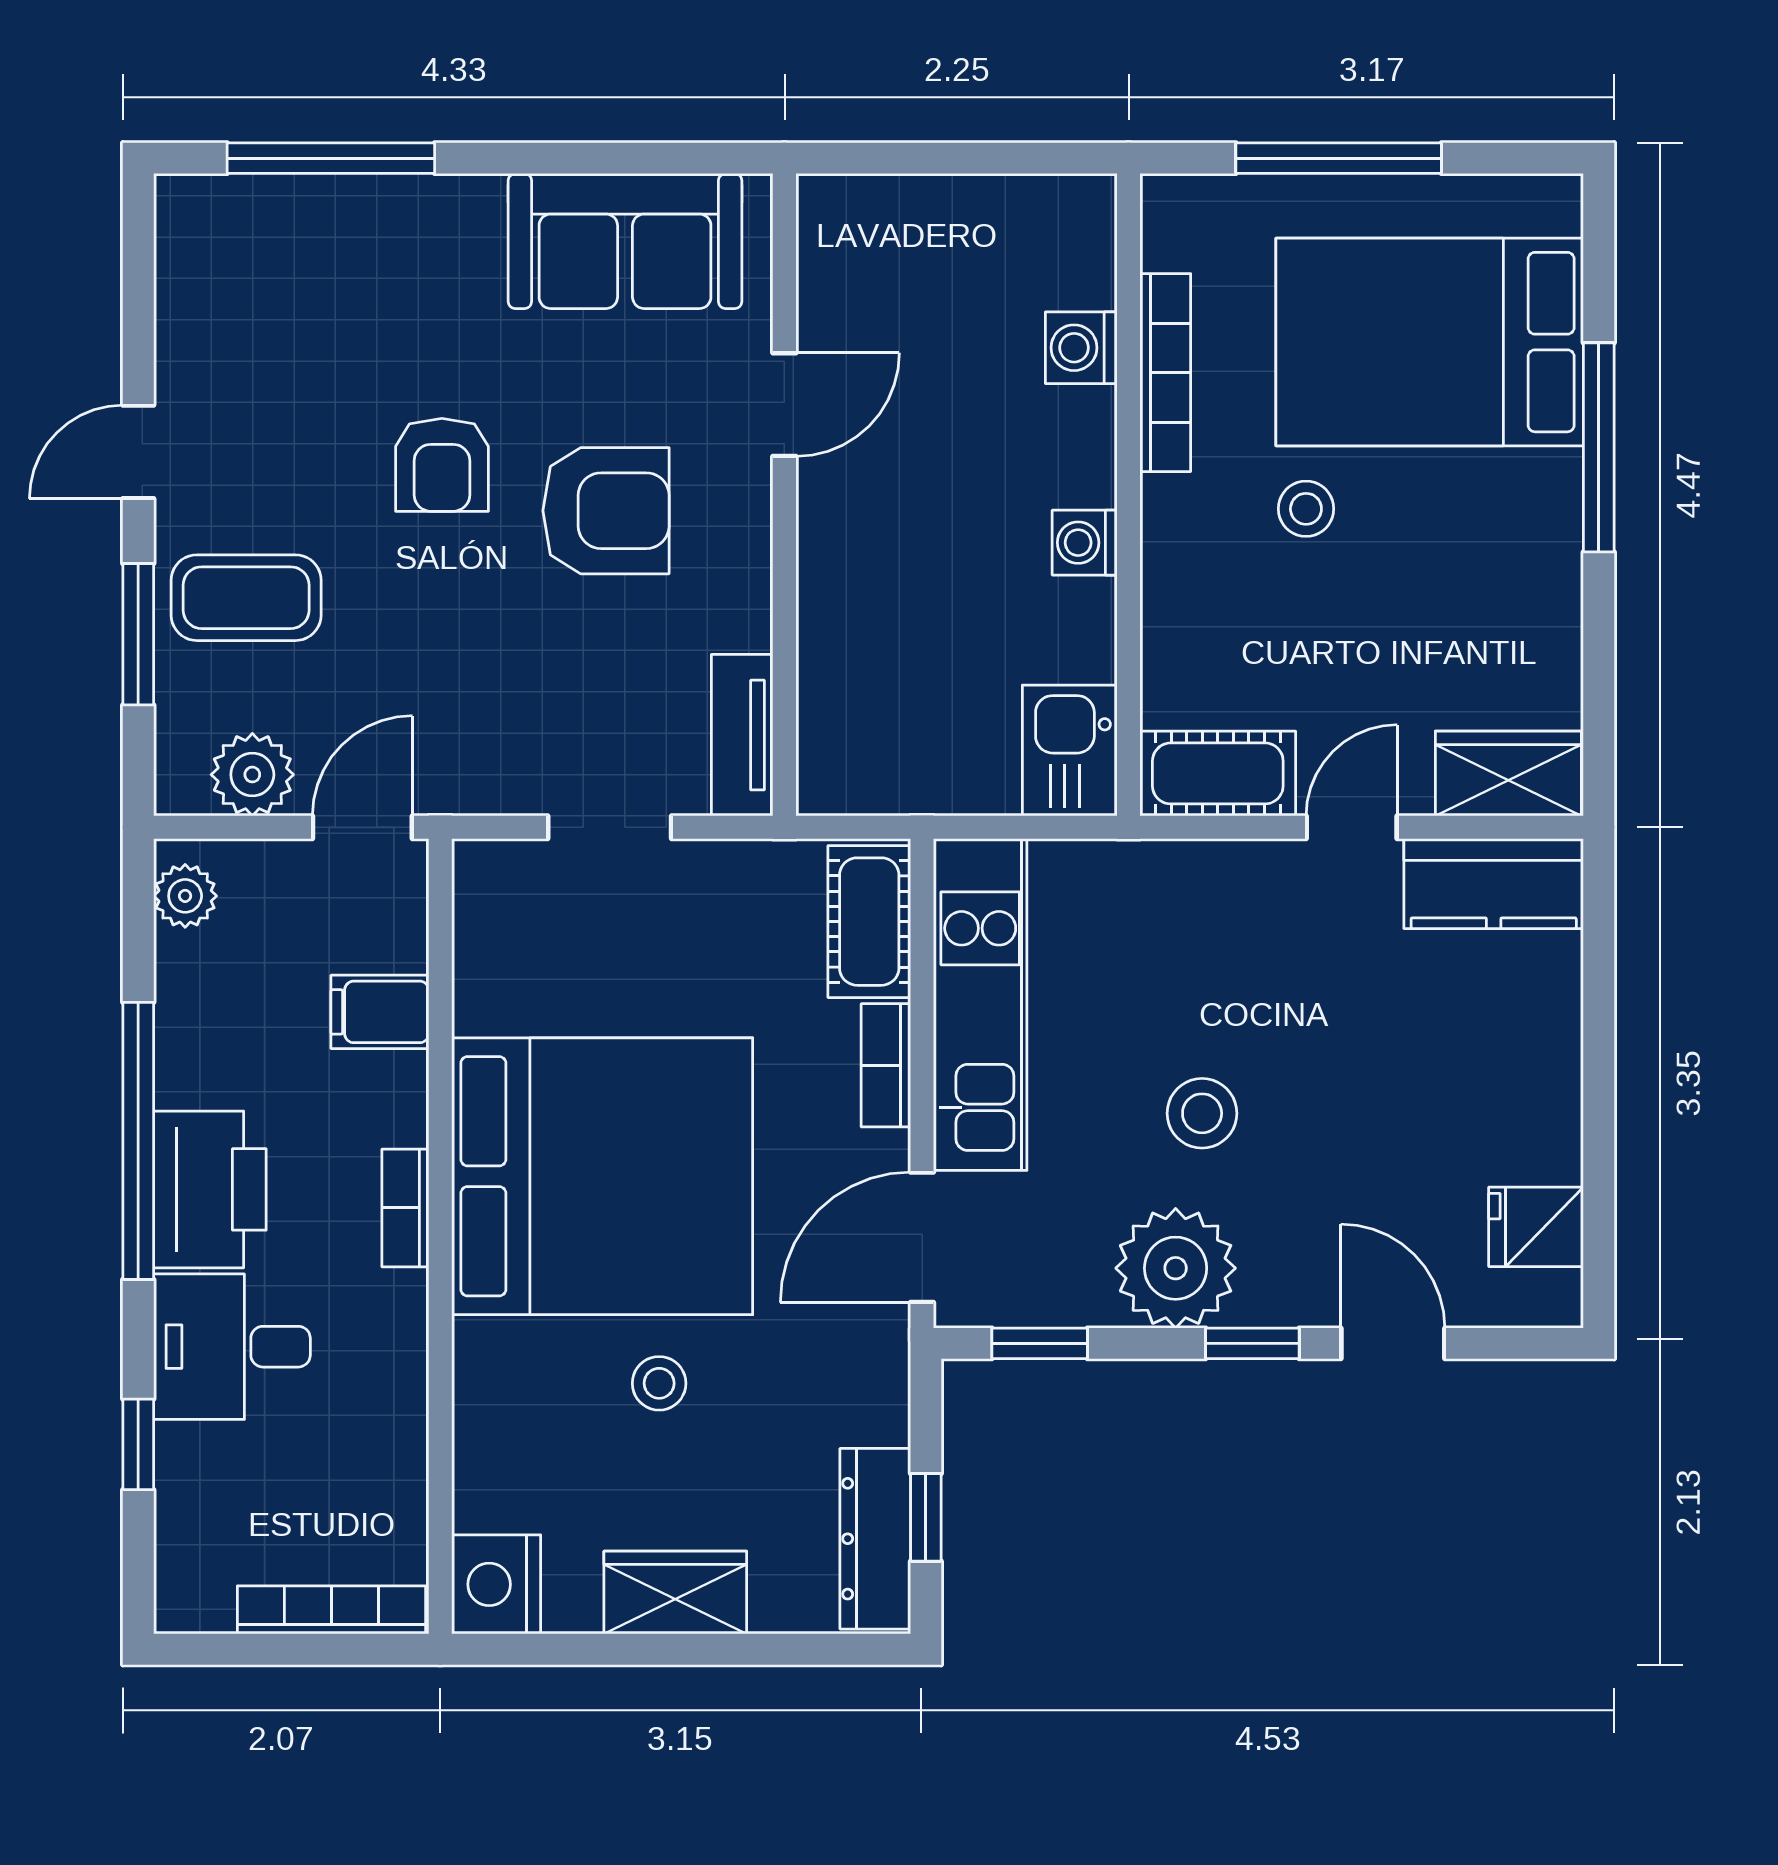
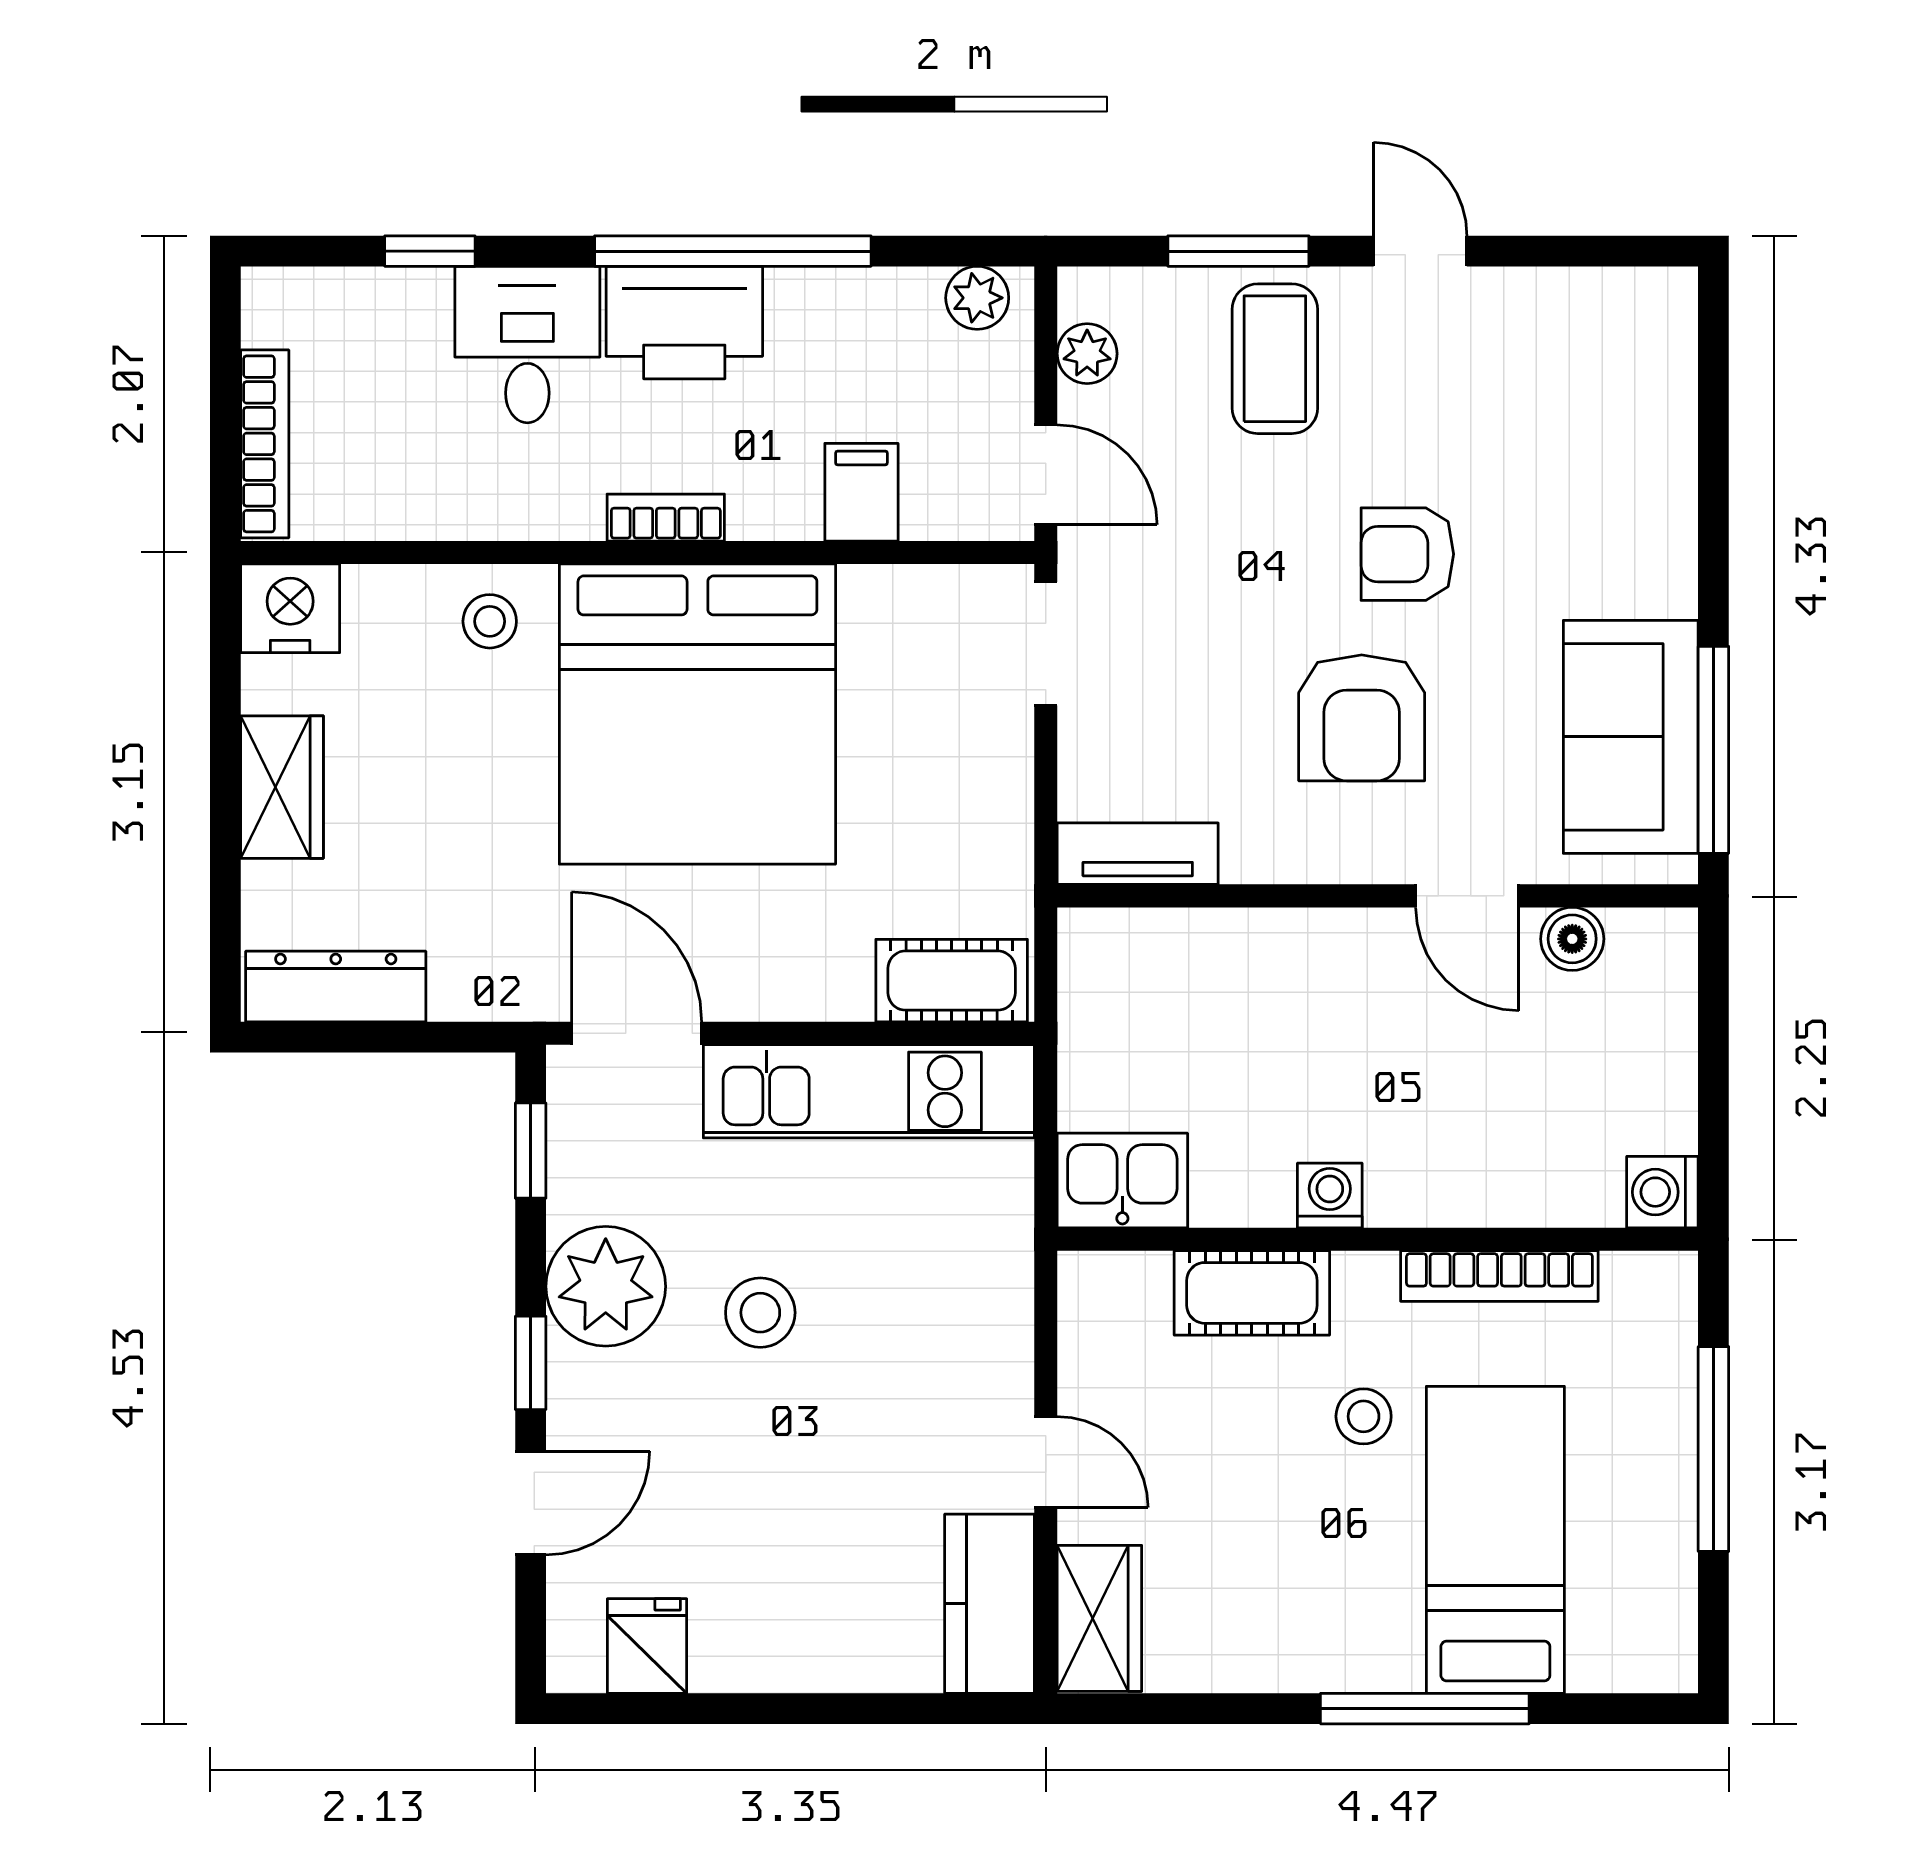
window: (331, 158) -> (1713, 750), moved
boiler: (828, 300) -> (1572, 939), added
bed: (1430, 342) -> (1495, 1540), width x0.67
washing machine: (1081, 348) -> (1662, 1192), moved, turned -90
cot: (1218, 773) -> (1252, 1293), moved, turned 90
plant: (252, 775) -> (1087, 354), width x0.73, depth x0.73
doorway: (610, 827) -> (1046, 644), moved
bookcase: (886, 1065) -> (808, 997), removed
stool: (659, 1383) -> (490, 621), moved
window: (926, 1517) -> (357, 1037), removed

